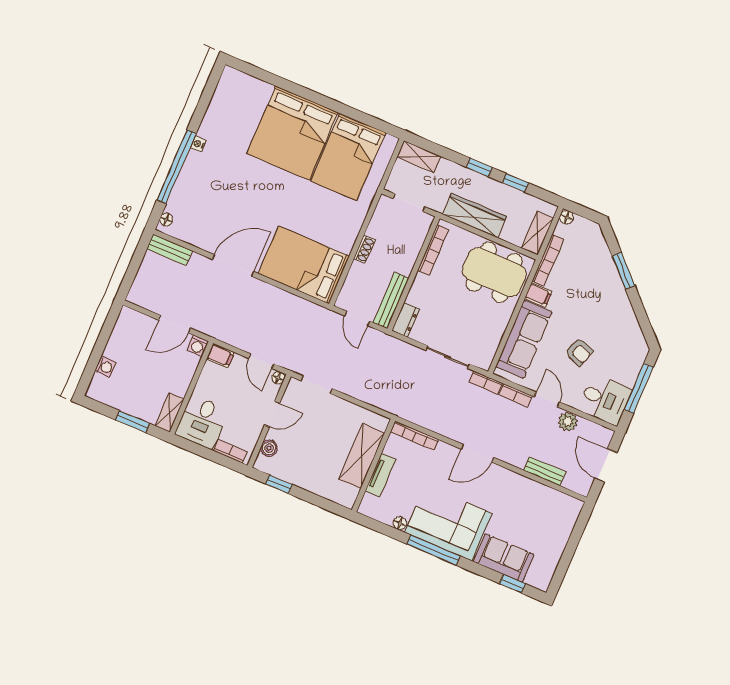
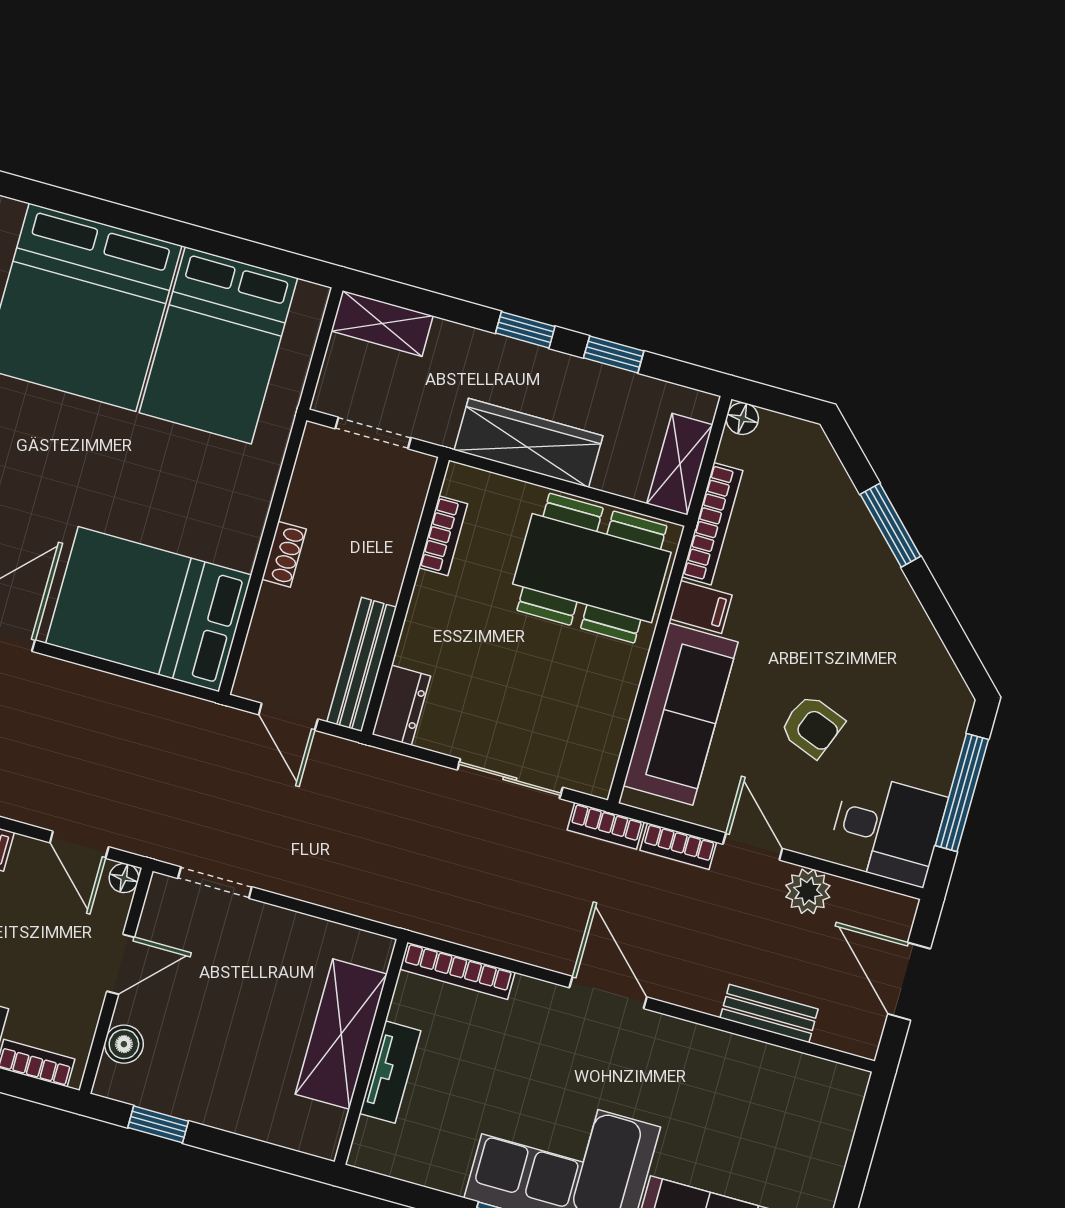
bookcase: (433, 250) -> (443, 536), width x0.64
door: (477, 453) -> (608, 992), swing flipped
floor lamp: (400, 523) -> (450, 1178), removed

